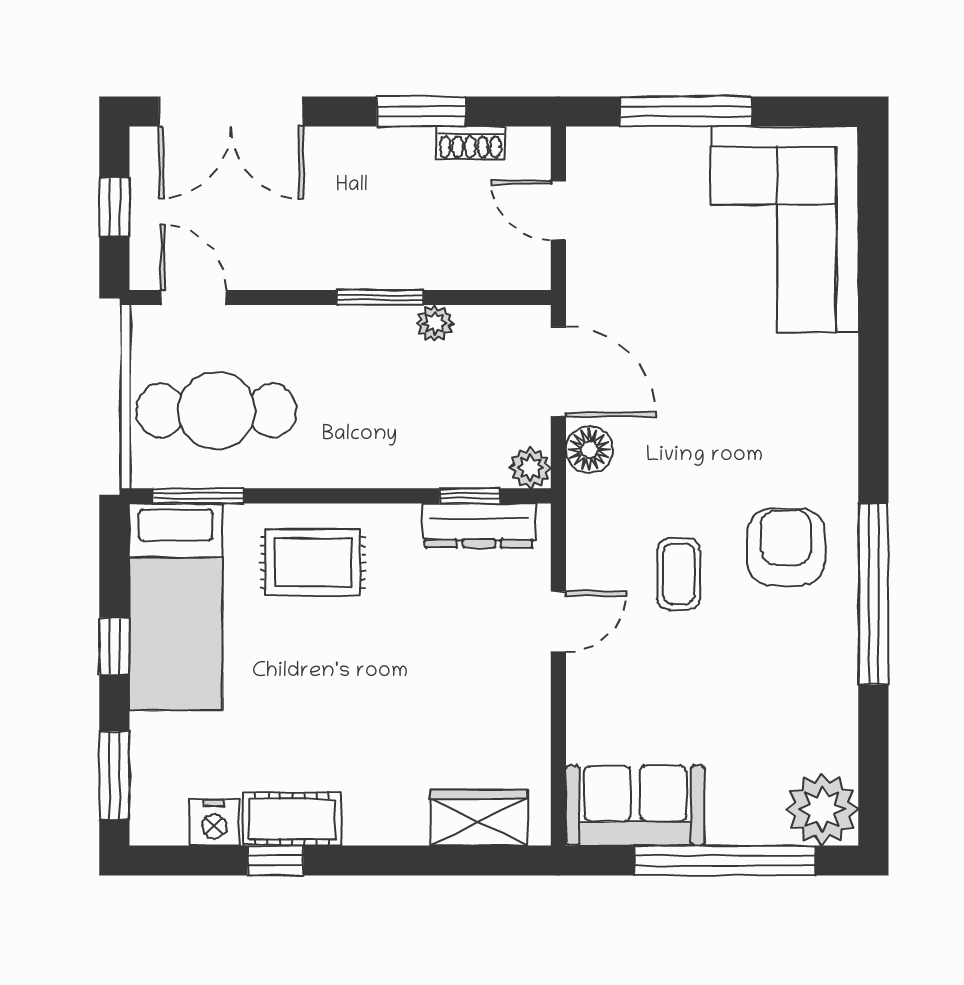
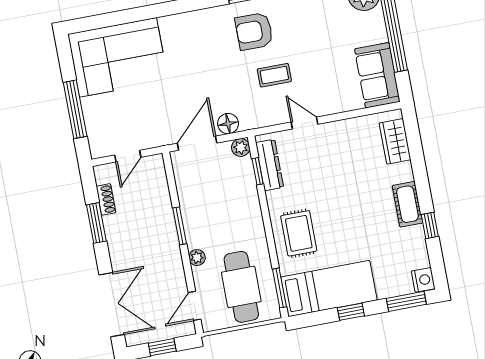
plant: (435, 323) -> (197, 258), moved
cot: (292, 819) -> (407, 204), moved
nightstand: (214, 823) -> (423, 280), moved

